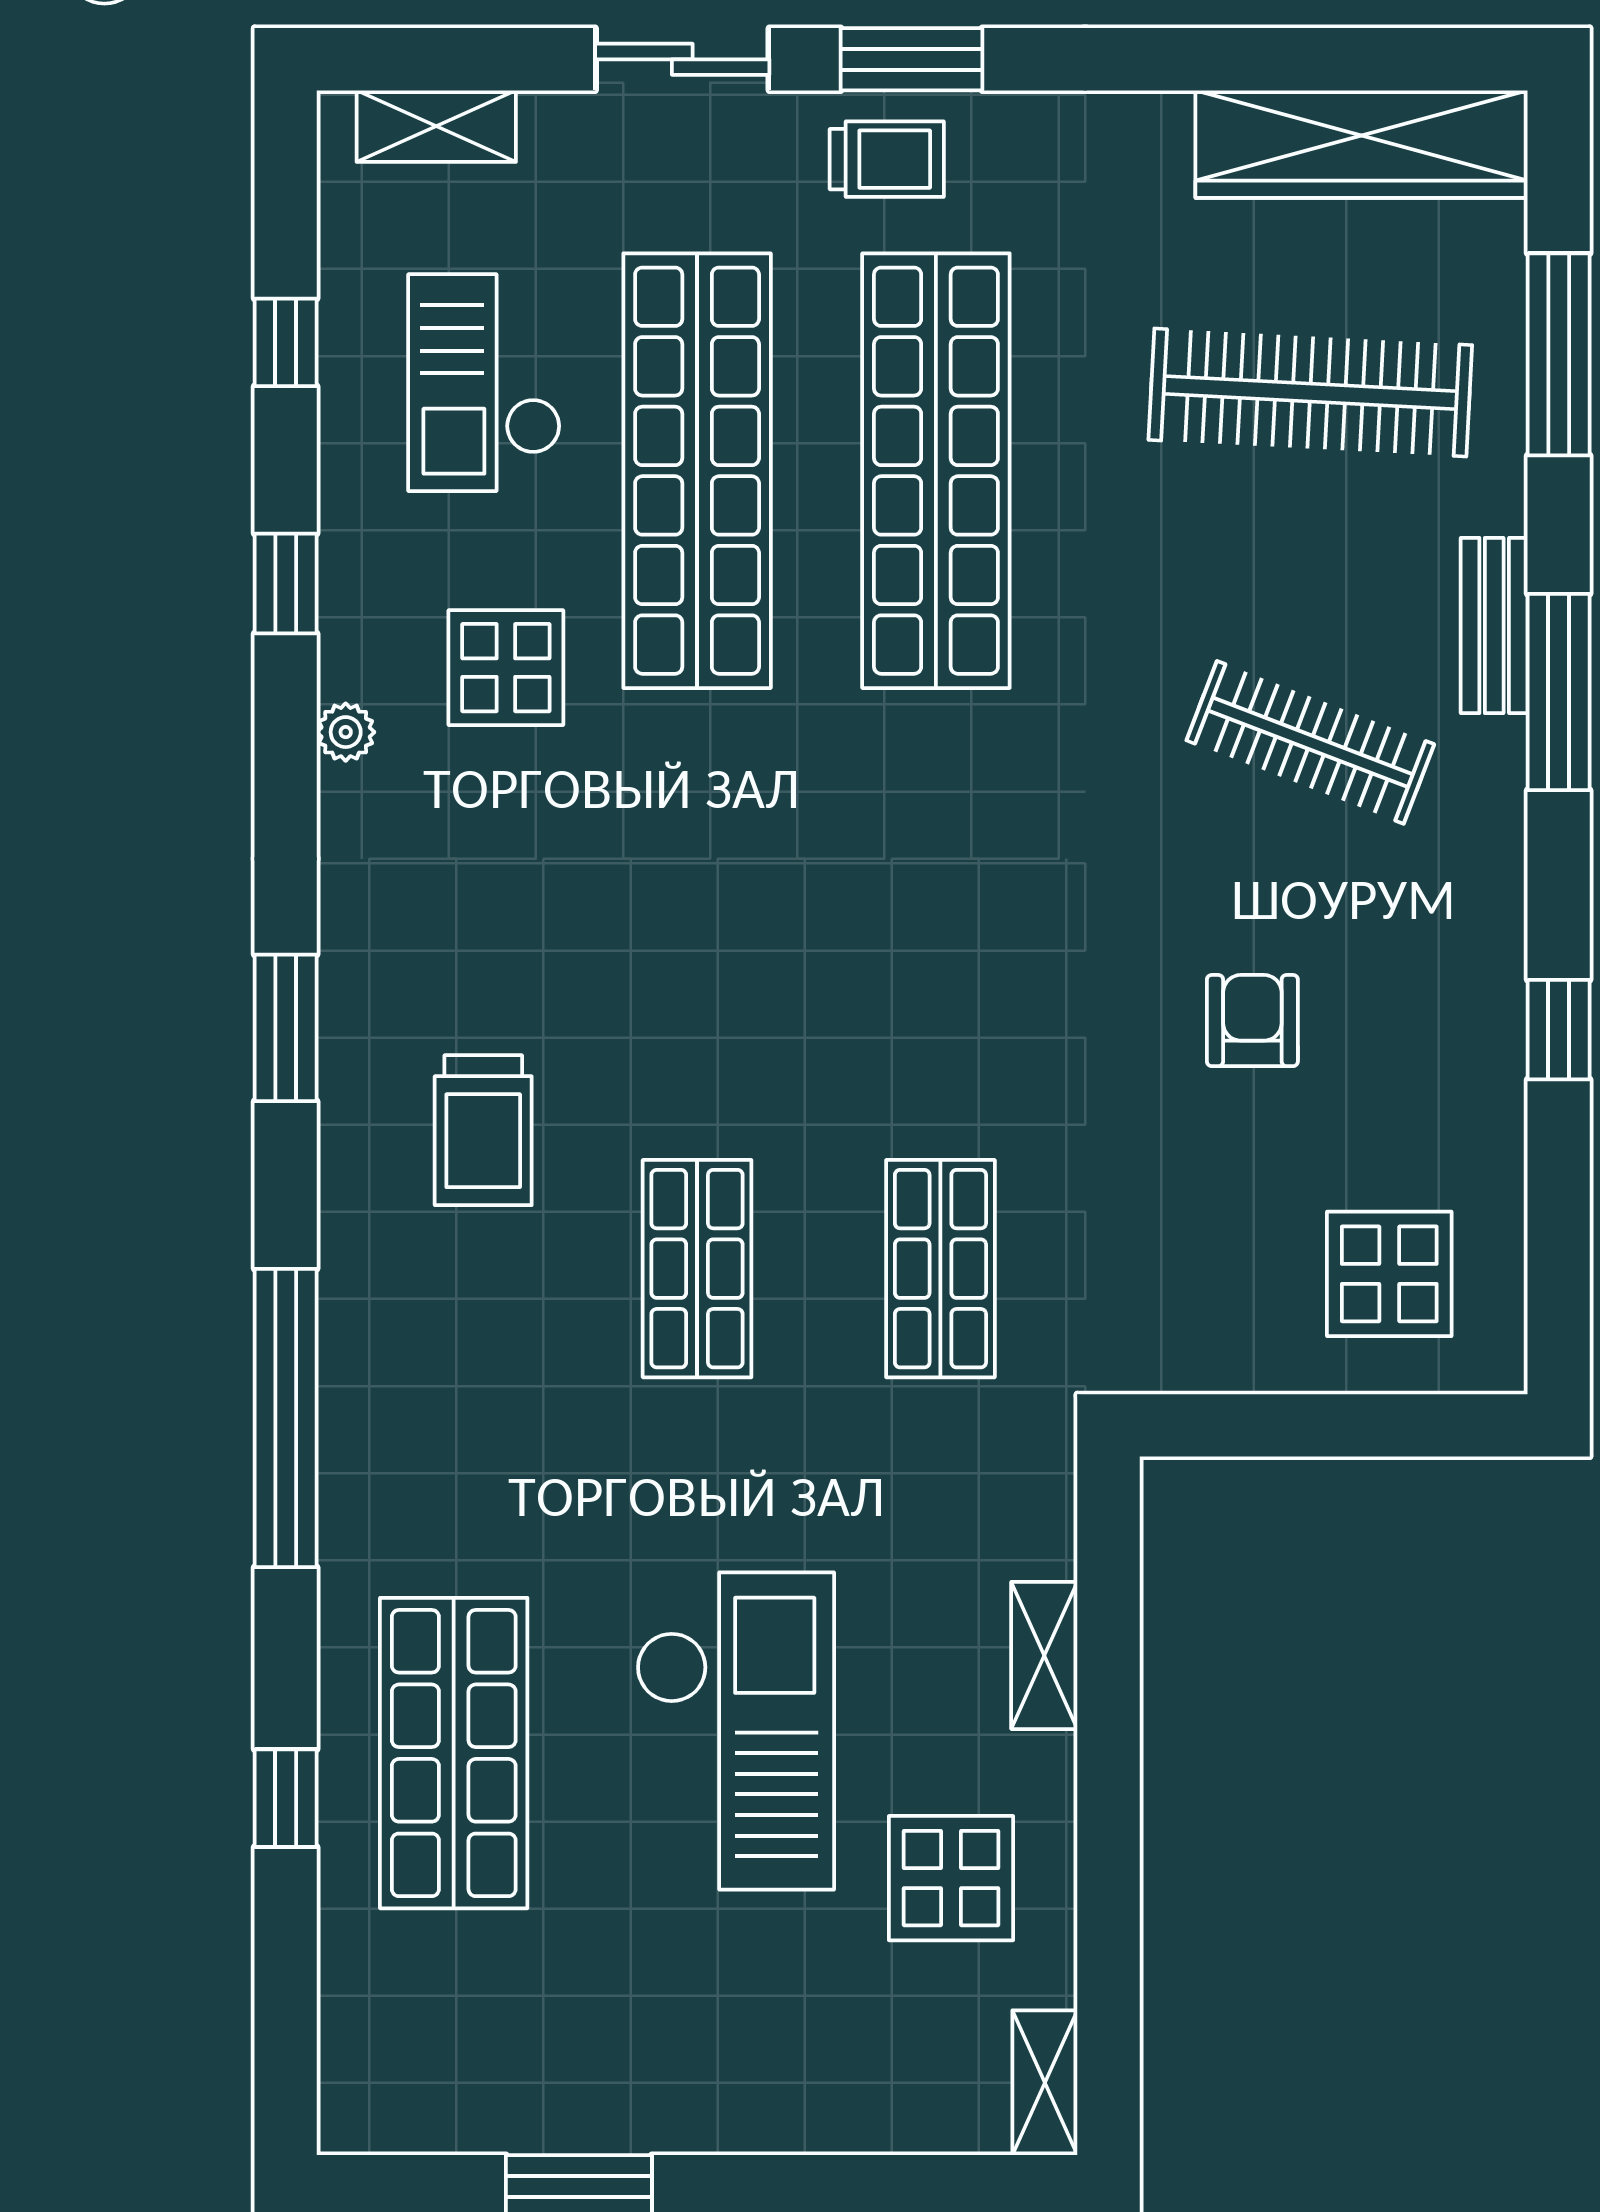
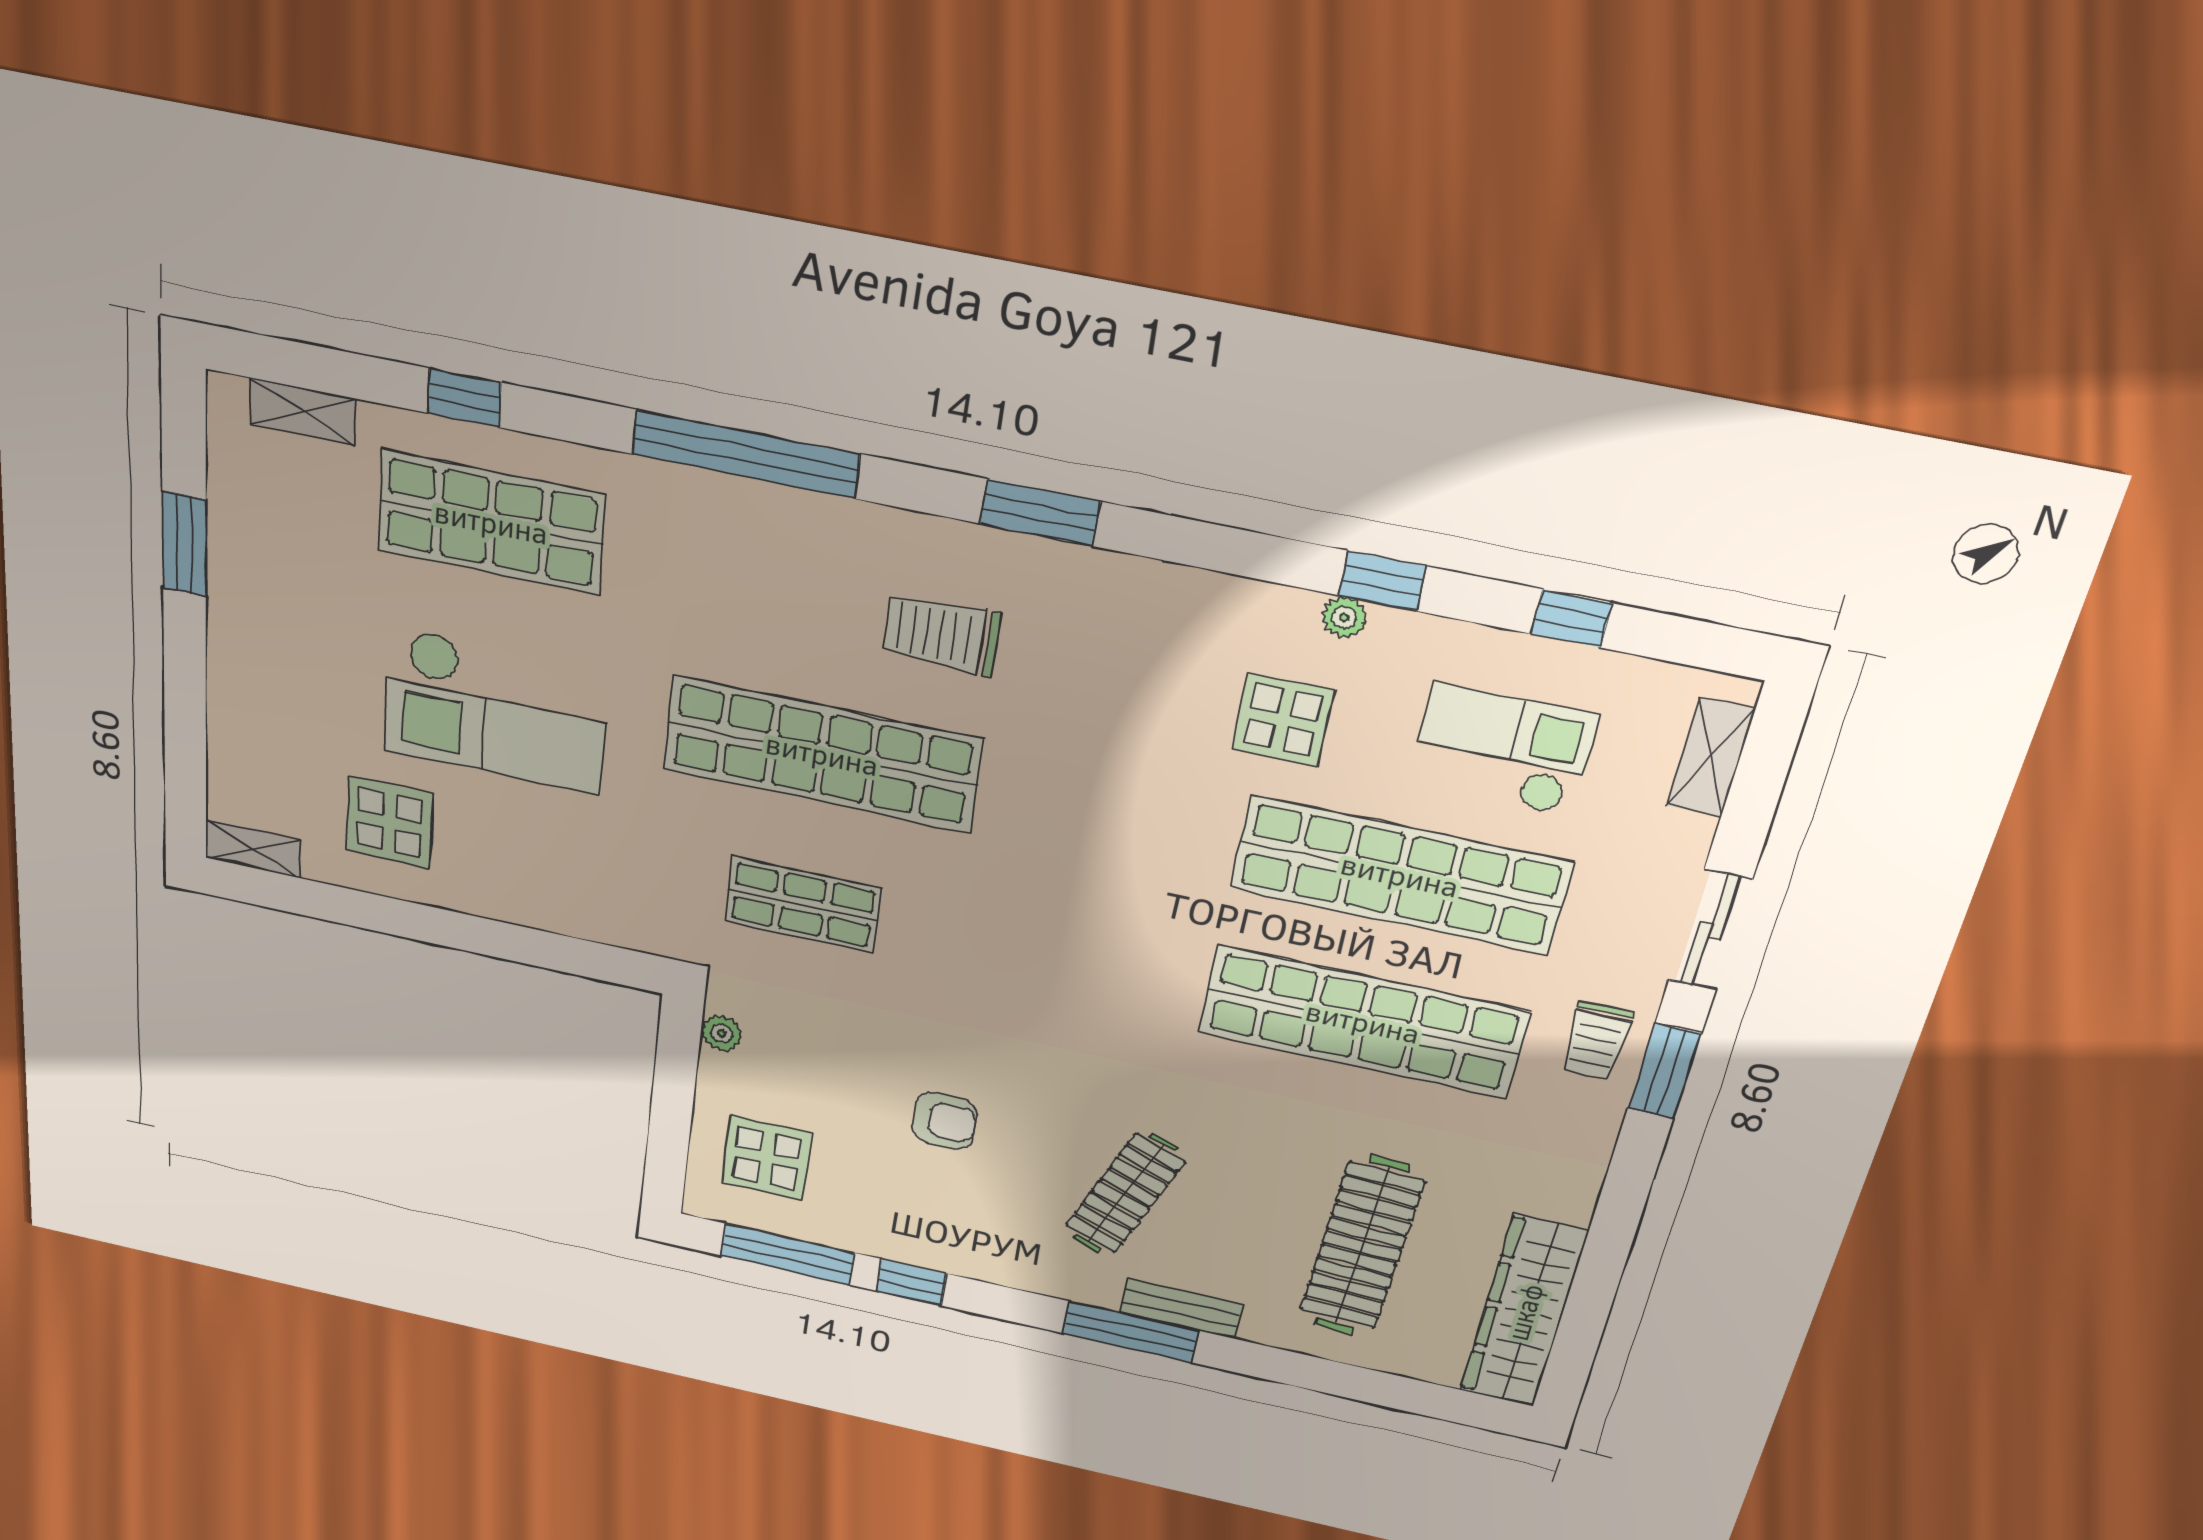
window: (1559, 354) -> (787, 1254), moved
plant: (346, 732) -> (1344, 618), moved
shop shelf: (697, 1269) -> (822, 754), width x2.00, depth x1.36
plant: (1186, 1363) -> (722, 1033), added
shelving: (1044, 1655) -> (303, 411), moved

